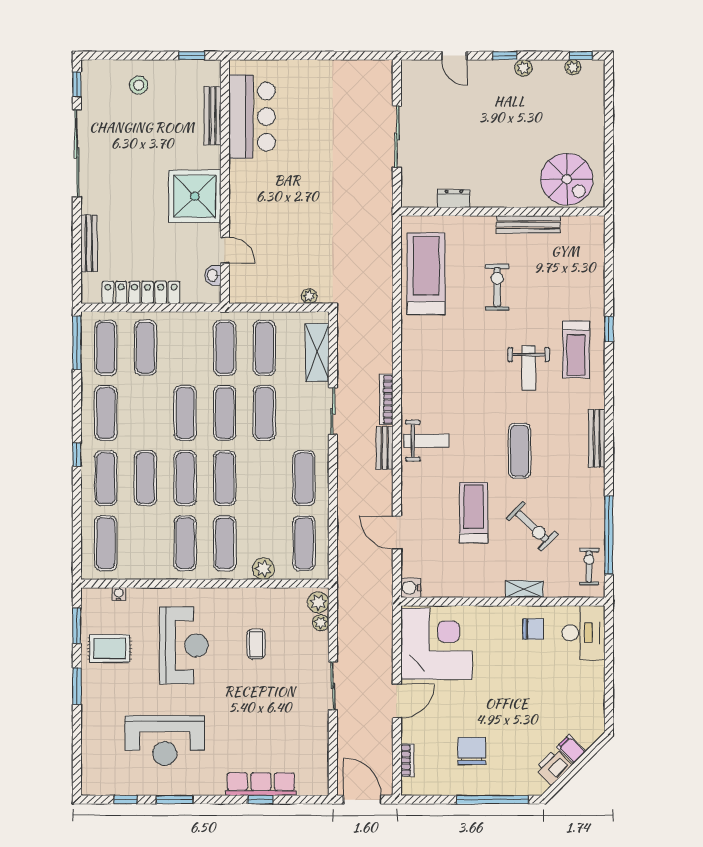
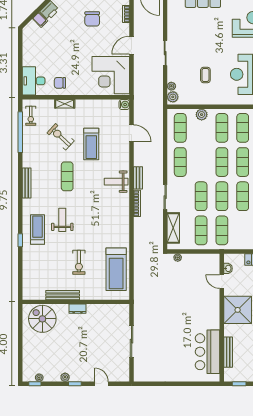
dresser: (454, 199) -> (78, 309), moved

